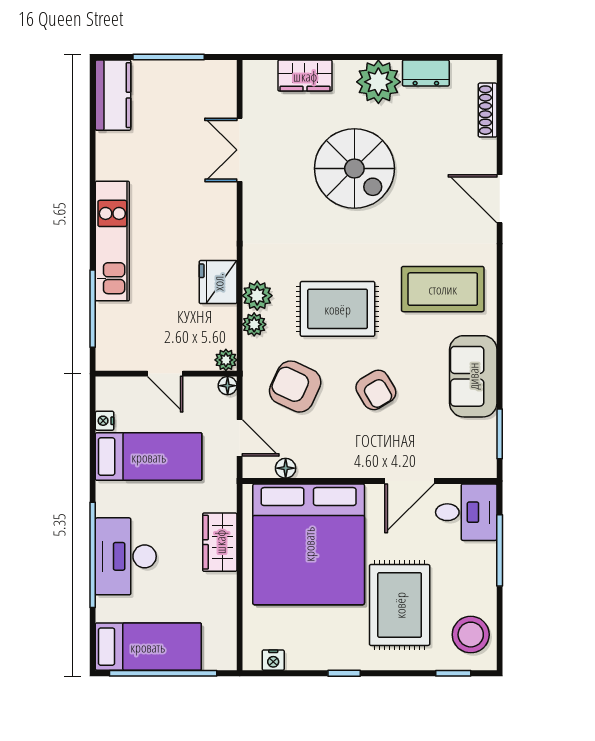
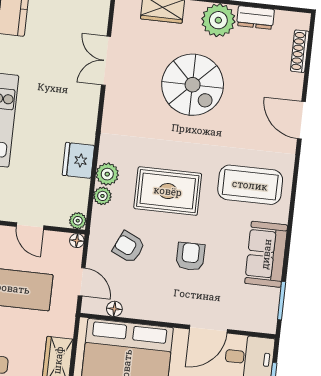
armchair: (295, 387) -> (129, 247), width x0.72, depth x0.72
armchair: (376, 390) -> (190, 257), turned -149

